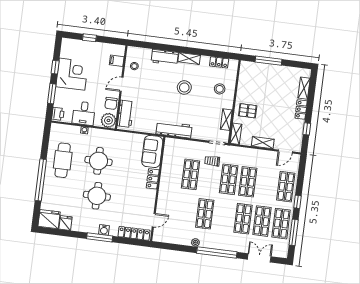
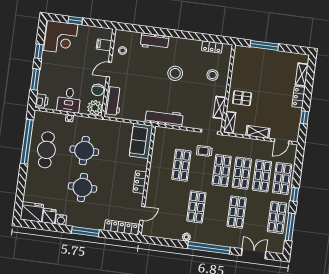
shelving: (189, 59) -> (180, 43), removed
corner desk: (72, 74) -> (61, 37), moved, turned 90
locker: (153, 179) -> (140, 182), moved
window: (41, 180) -> (27, 142), moved
shop shelf: (262, 221) -> (262, 176), moved
water cooler: (104, 230) -> (61, 220), moved

